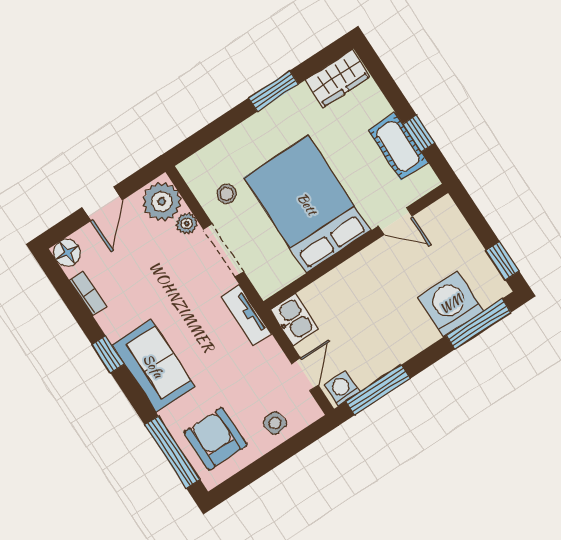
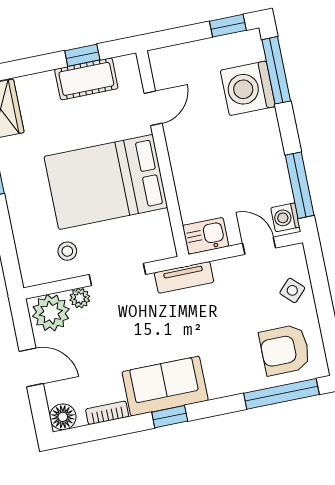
sofa: (153, 366) -> (165, 386), moved
side table: (275, 423) -> (292, 290), turned -35

